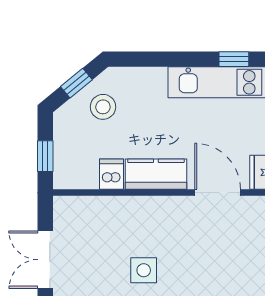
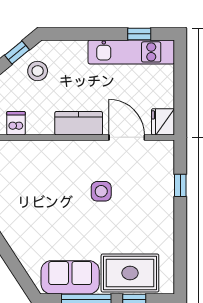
dishwasher: (111, 174) -> (16, 123), moved
side table: (144, 270) -> (101, 191), moved

